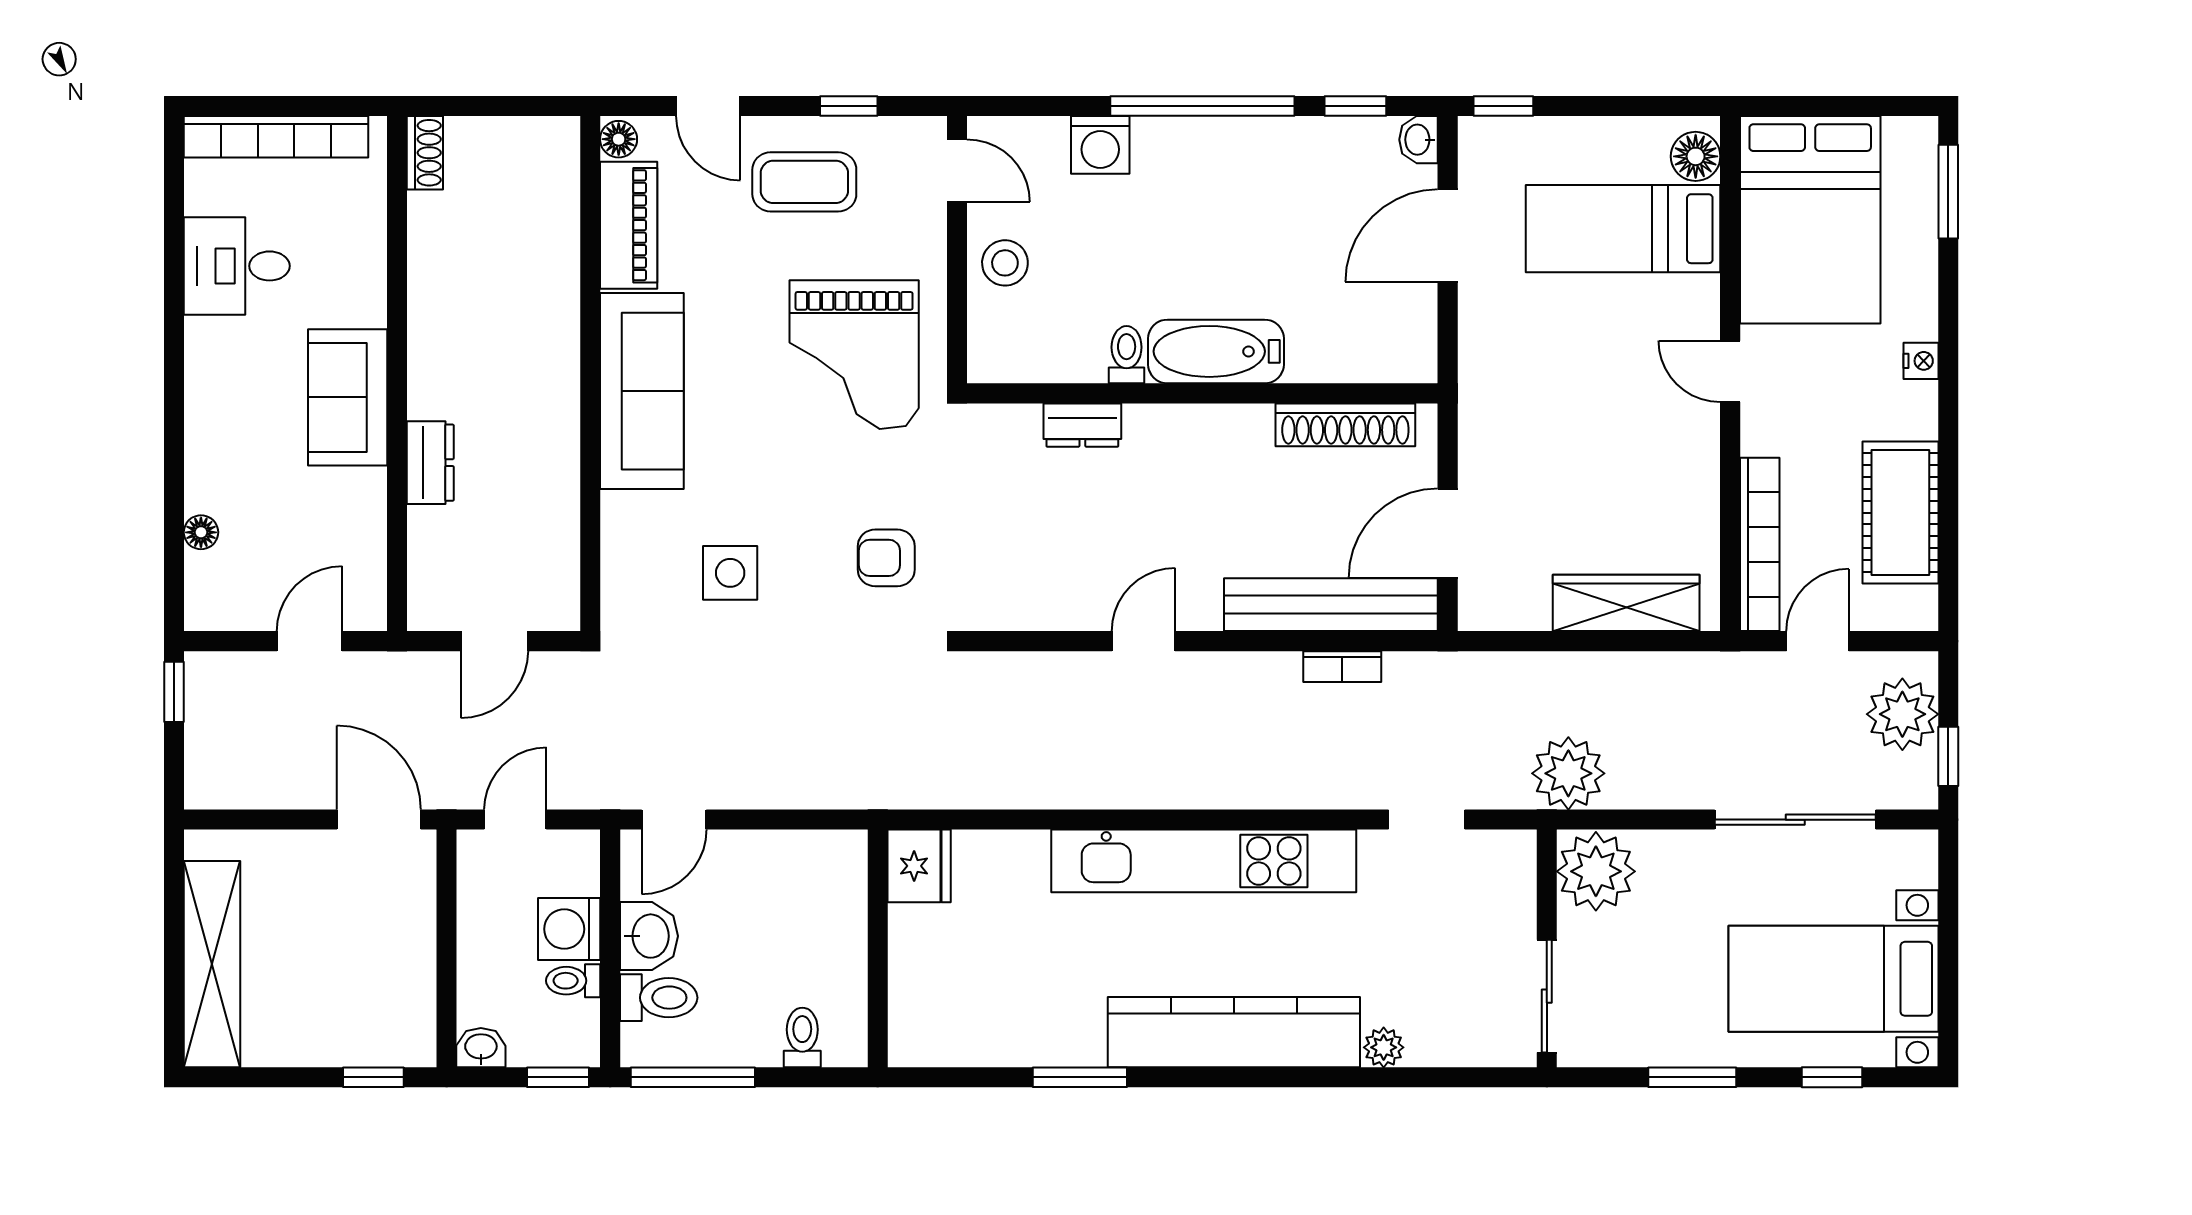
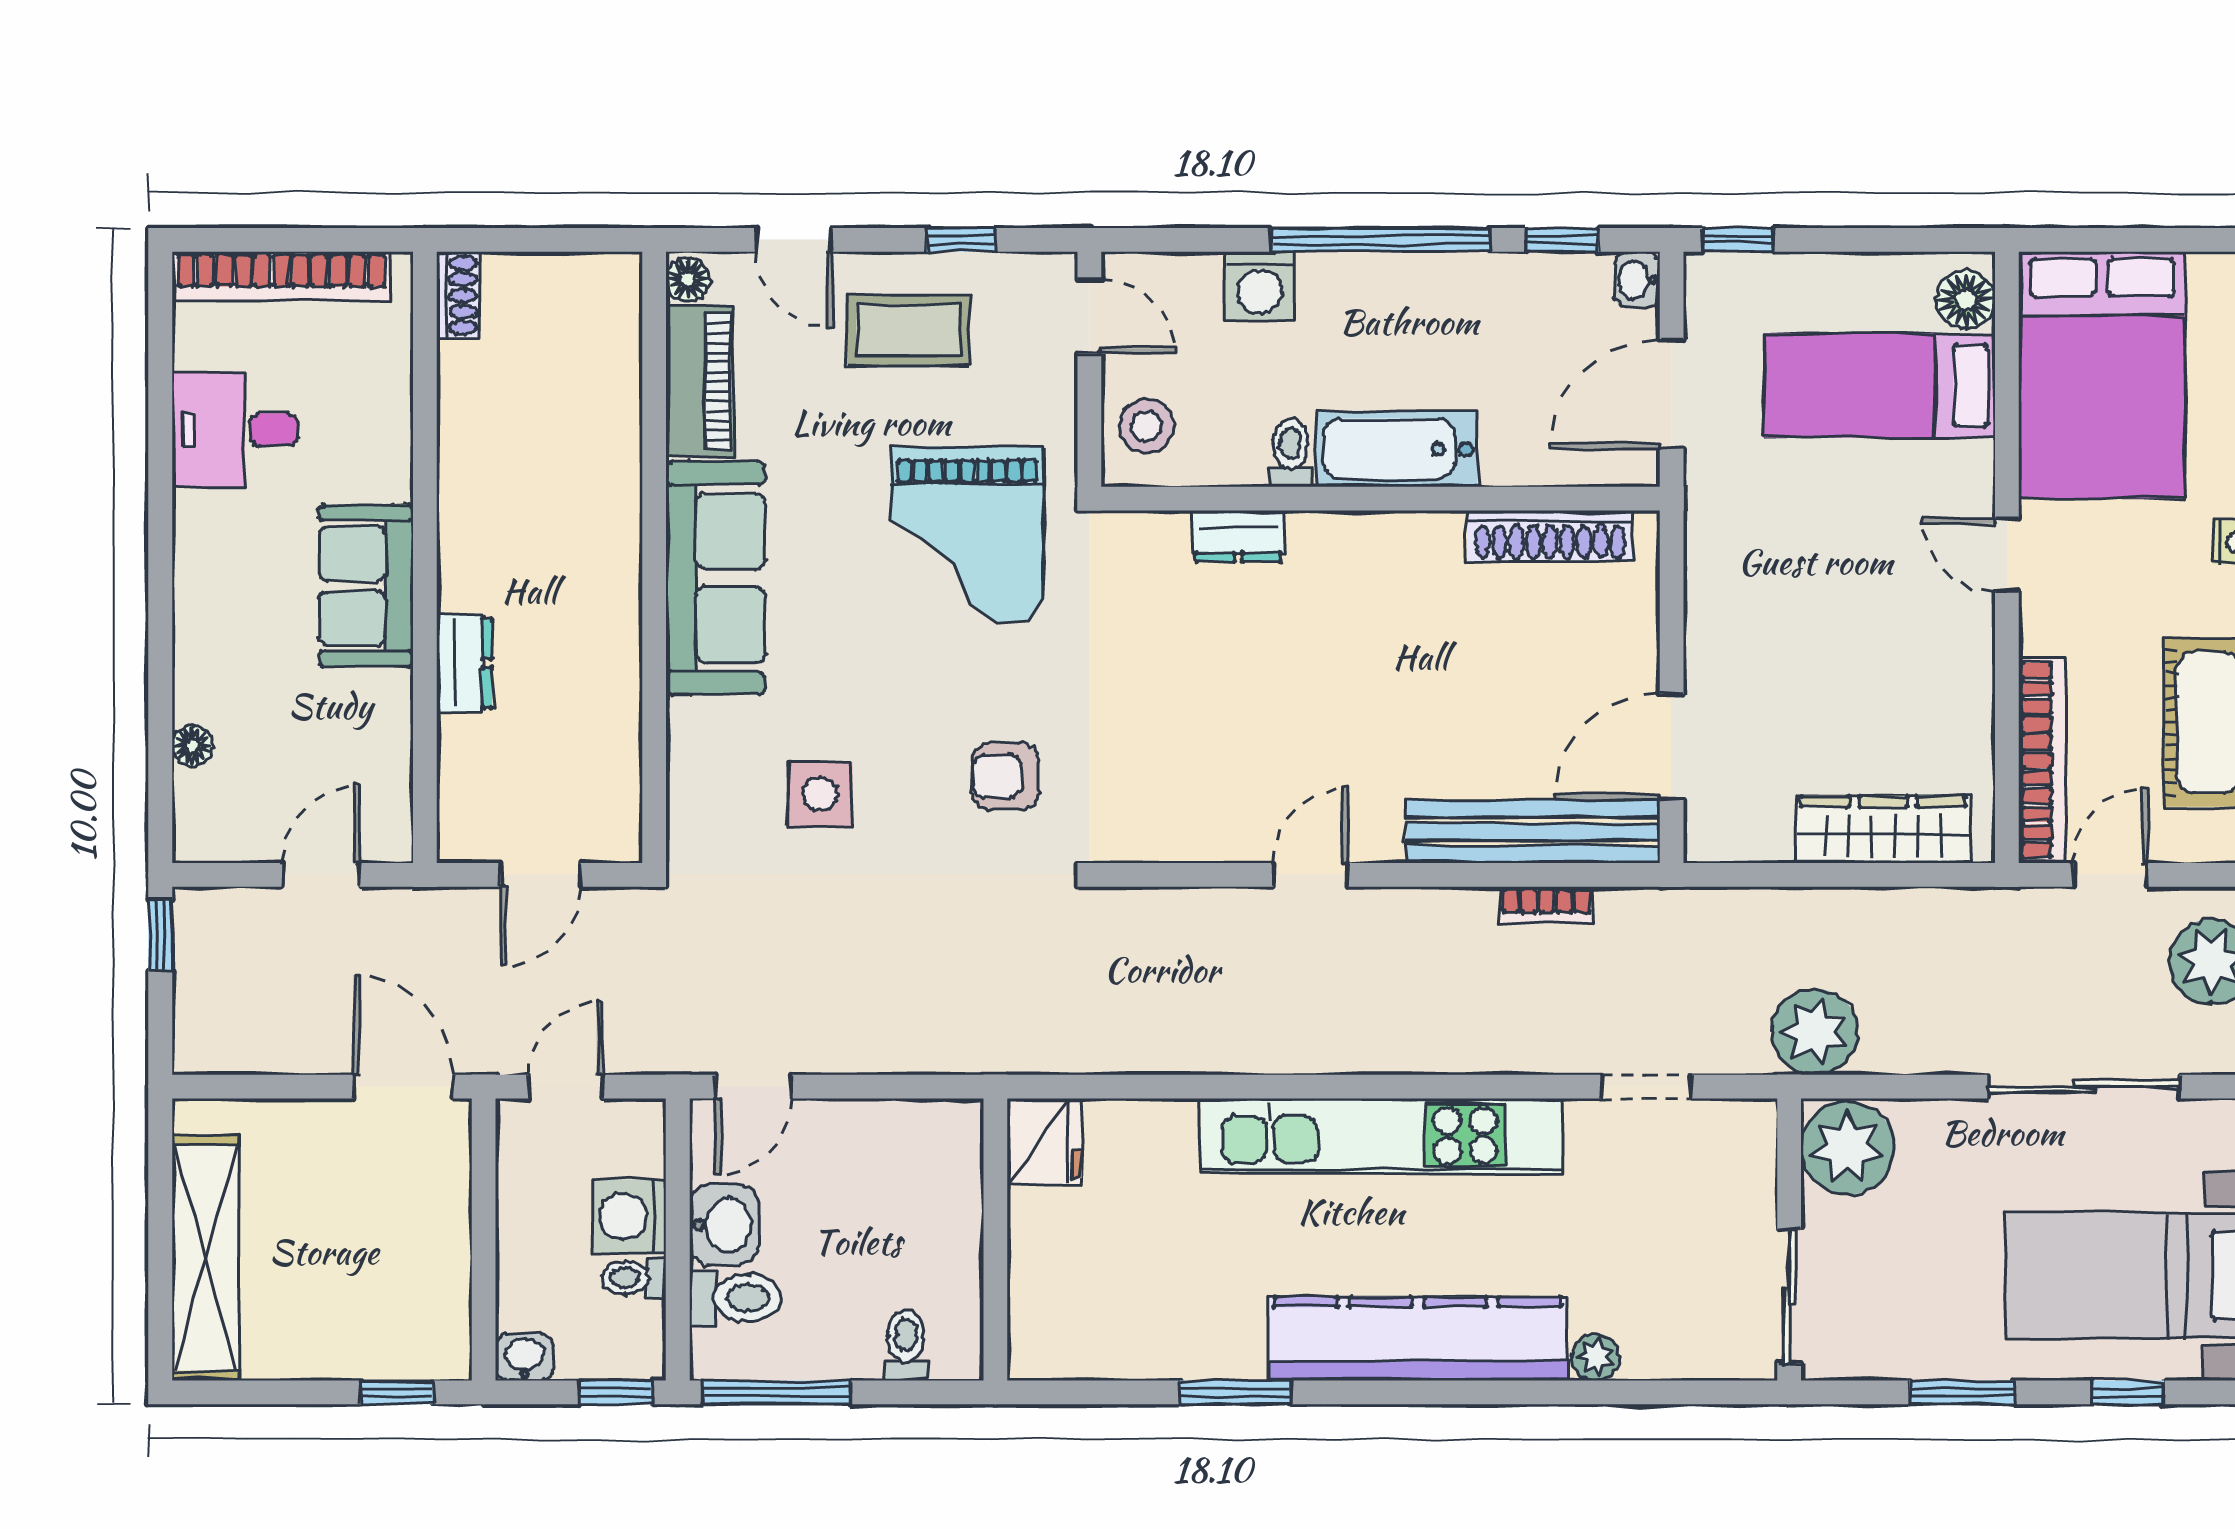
bathtub: (1216, 351) -> (1397, 449), moved
toilet: (1127, 355) -> (1291, 453), moved
wall: (1202, 393) -> (1380, 499), moved
dresser: (1082, 425) -> (1238, 536), moved
shoe rack: (1345, 425) -> (1550, 536), moved

